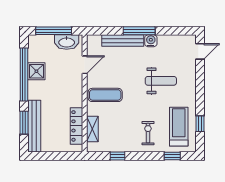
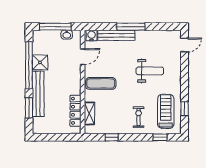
water cooler: (151, 41) -> (92, 36), moved
washbasin: (67, 42) -> (67, 35), width x0.52, depth x0.69
bench: (34, 126) -> (38, 94), moved

